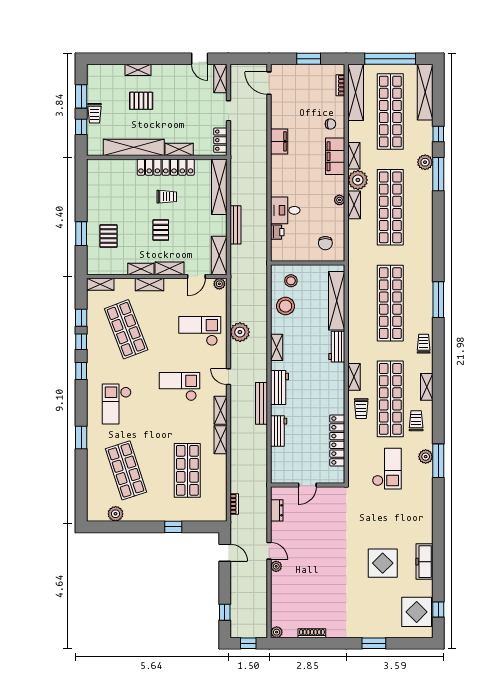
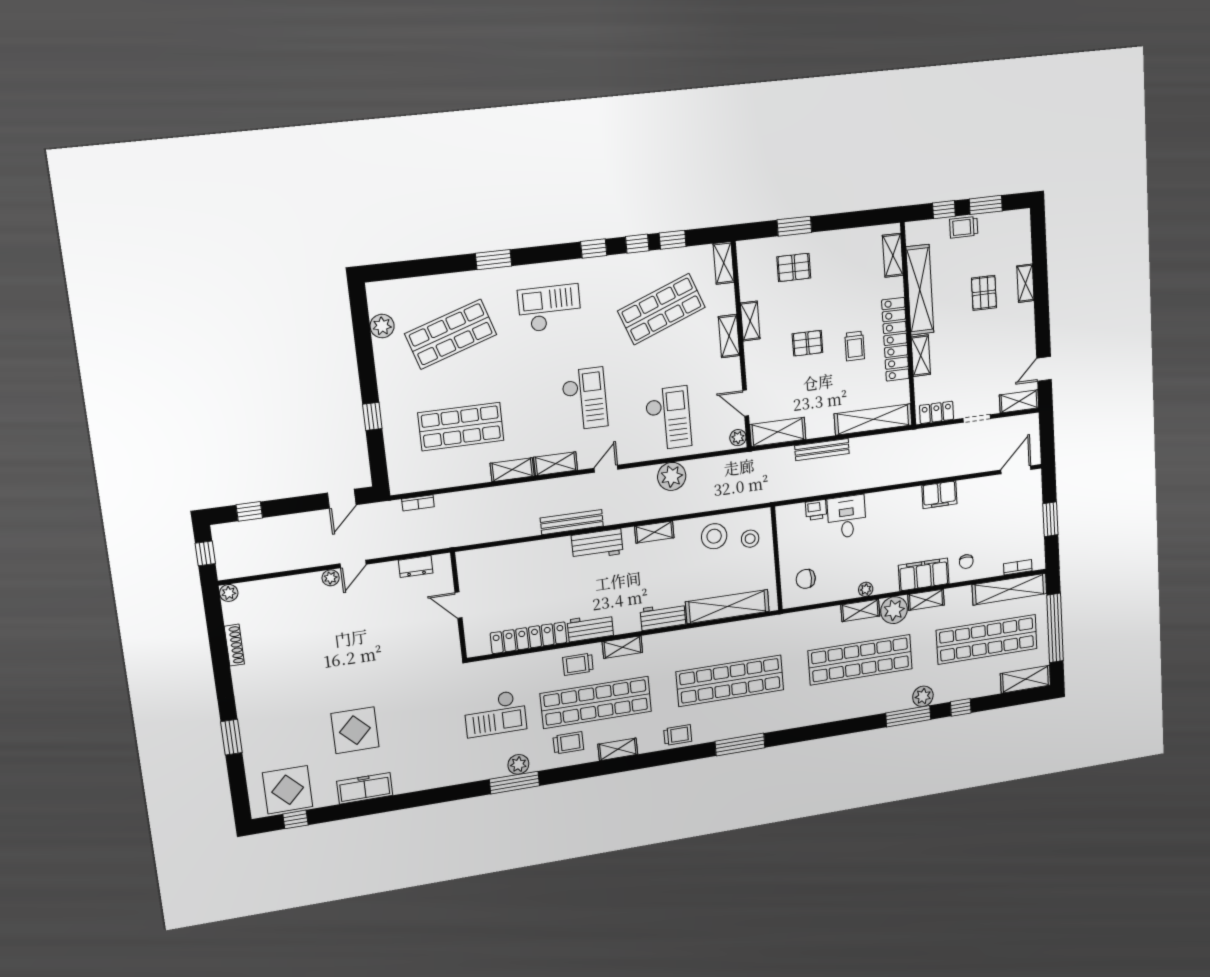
shelving: (425, 92) -> (1026, 679), width x0.68
shelving: (169, 268) -> (893, 255), moved
workbench: (279, 431) -> (590, 628), moved, turned 180

